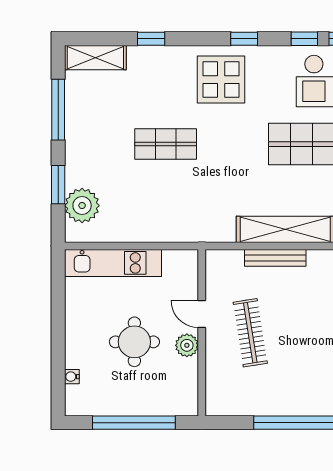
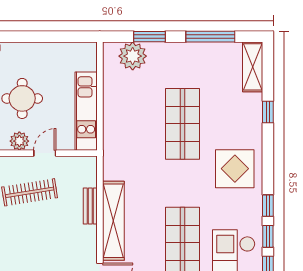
window: (244, 39) -> (268, 206), moved
shop shelf: (166, 144) -> (183, 124), width x1.43, depth x1.36
bench: (275, 258) -> (90, 206), width x0.73
kitchen unit: (113, 263) -> (86, 111), moved

